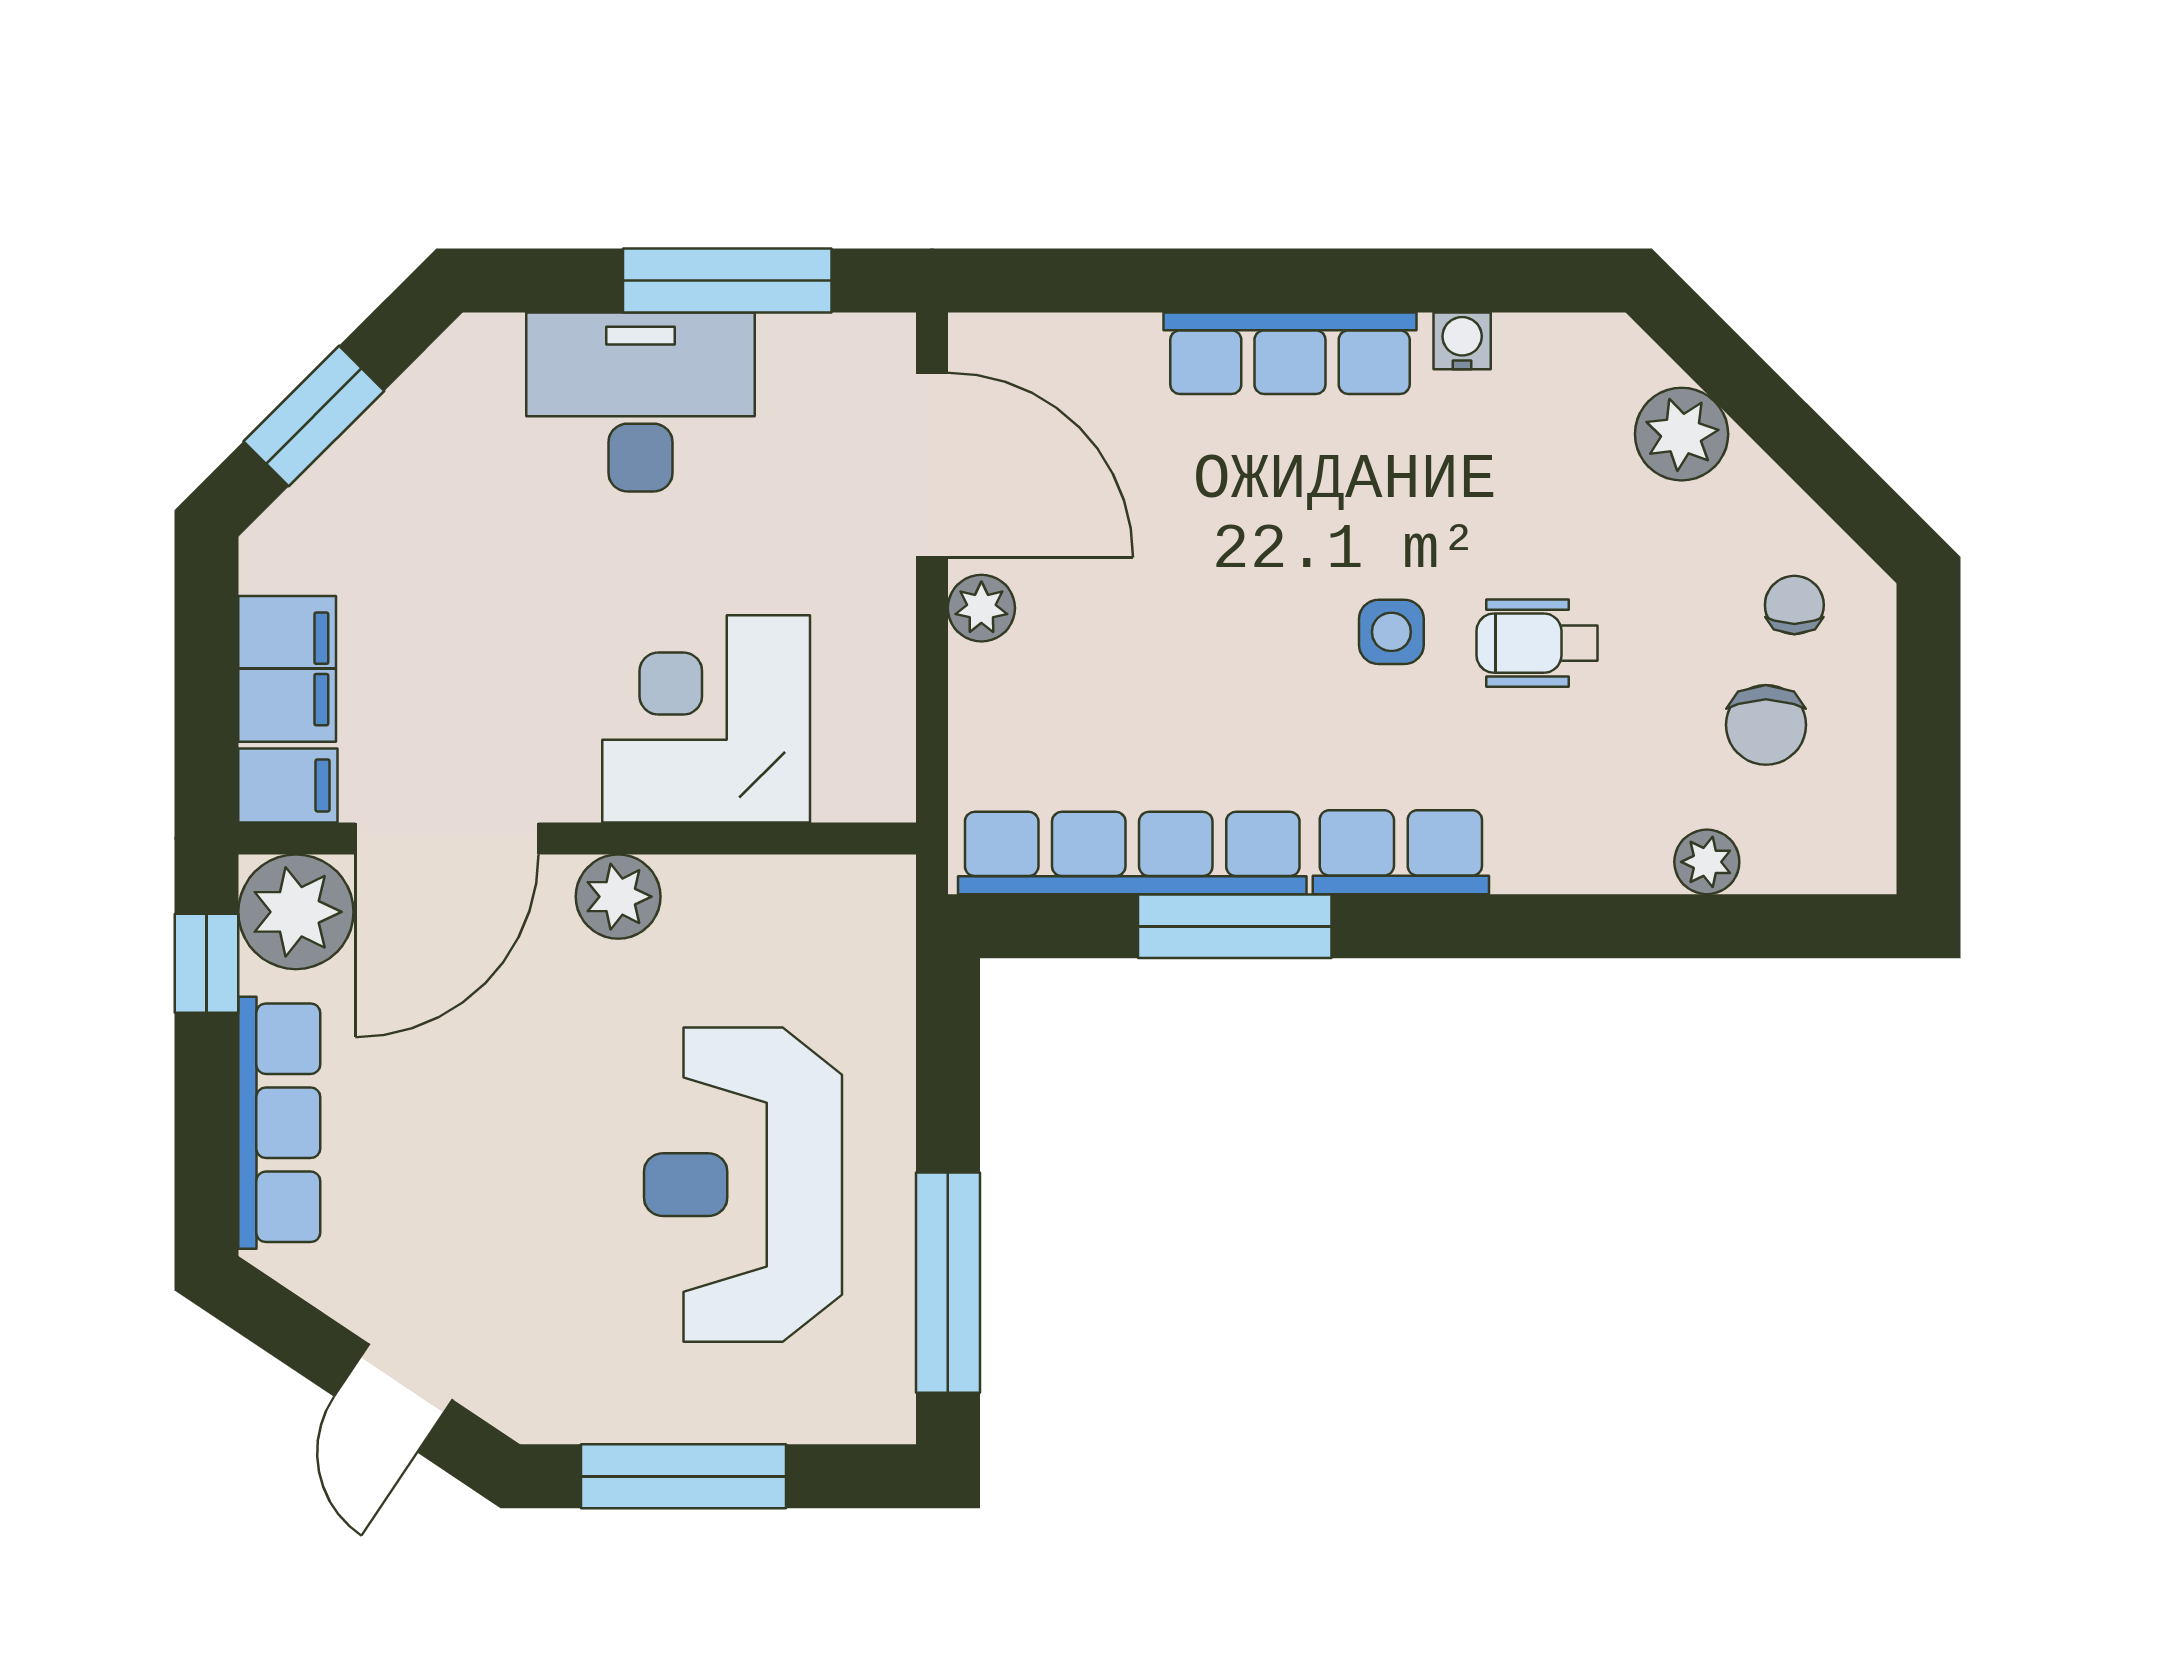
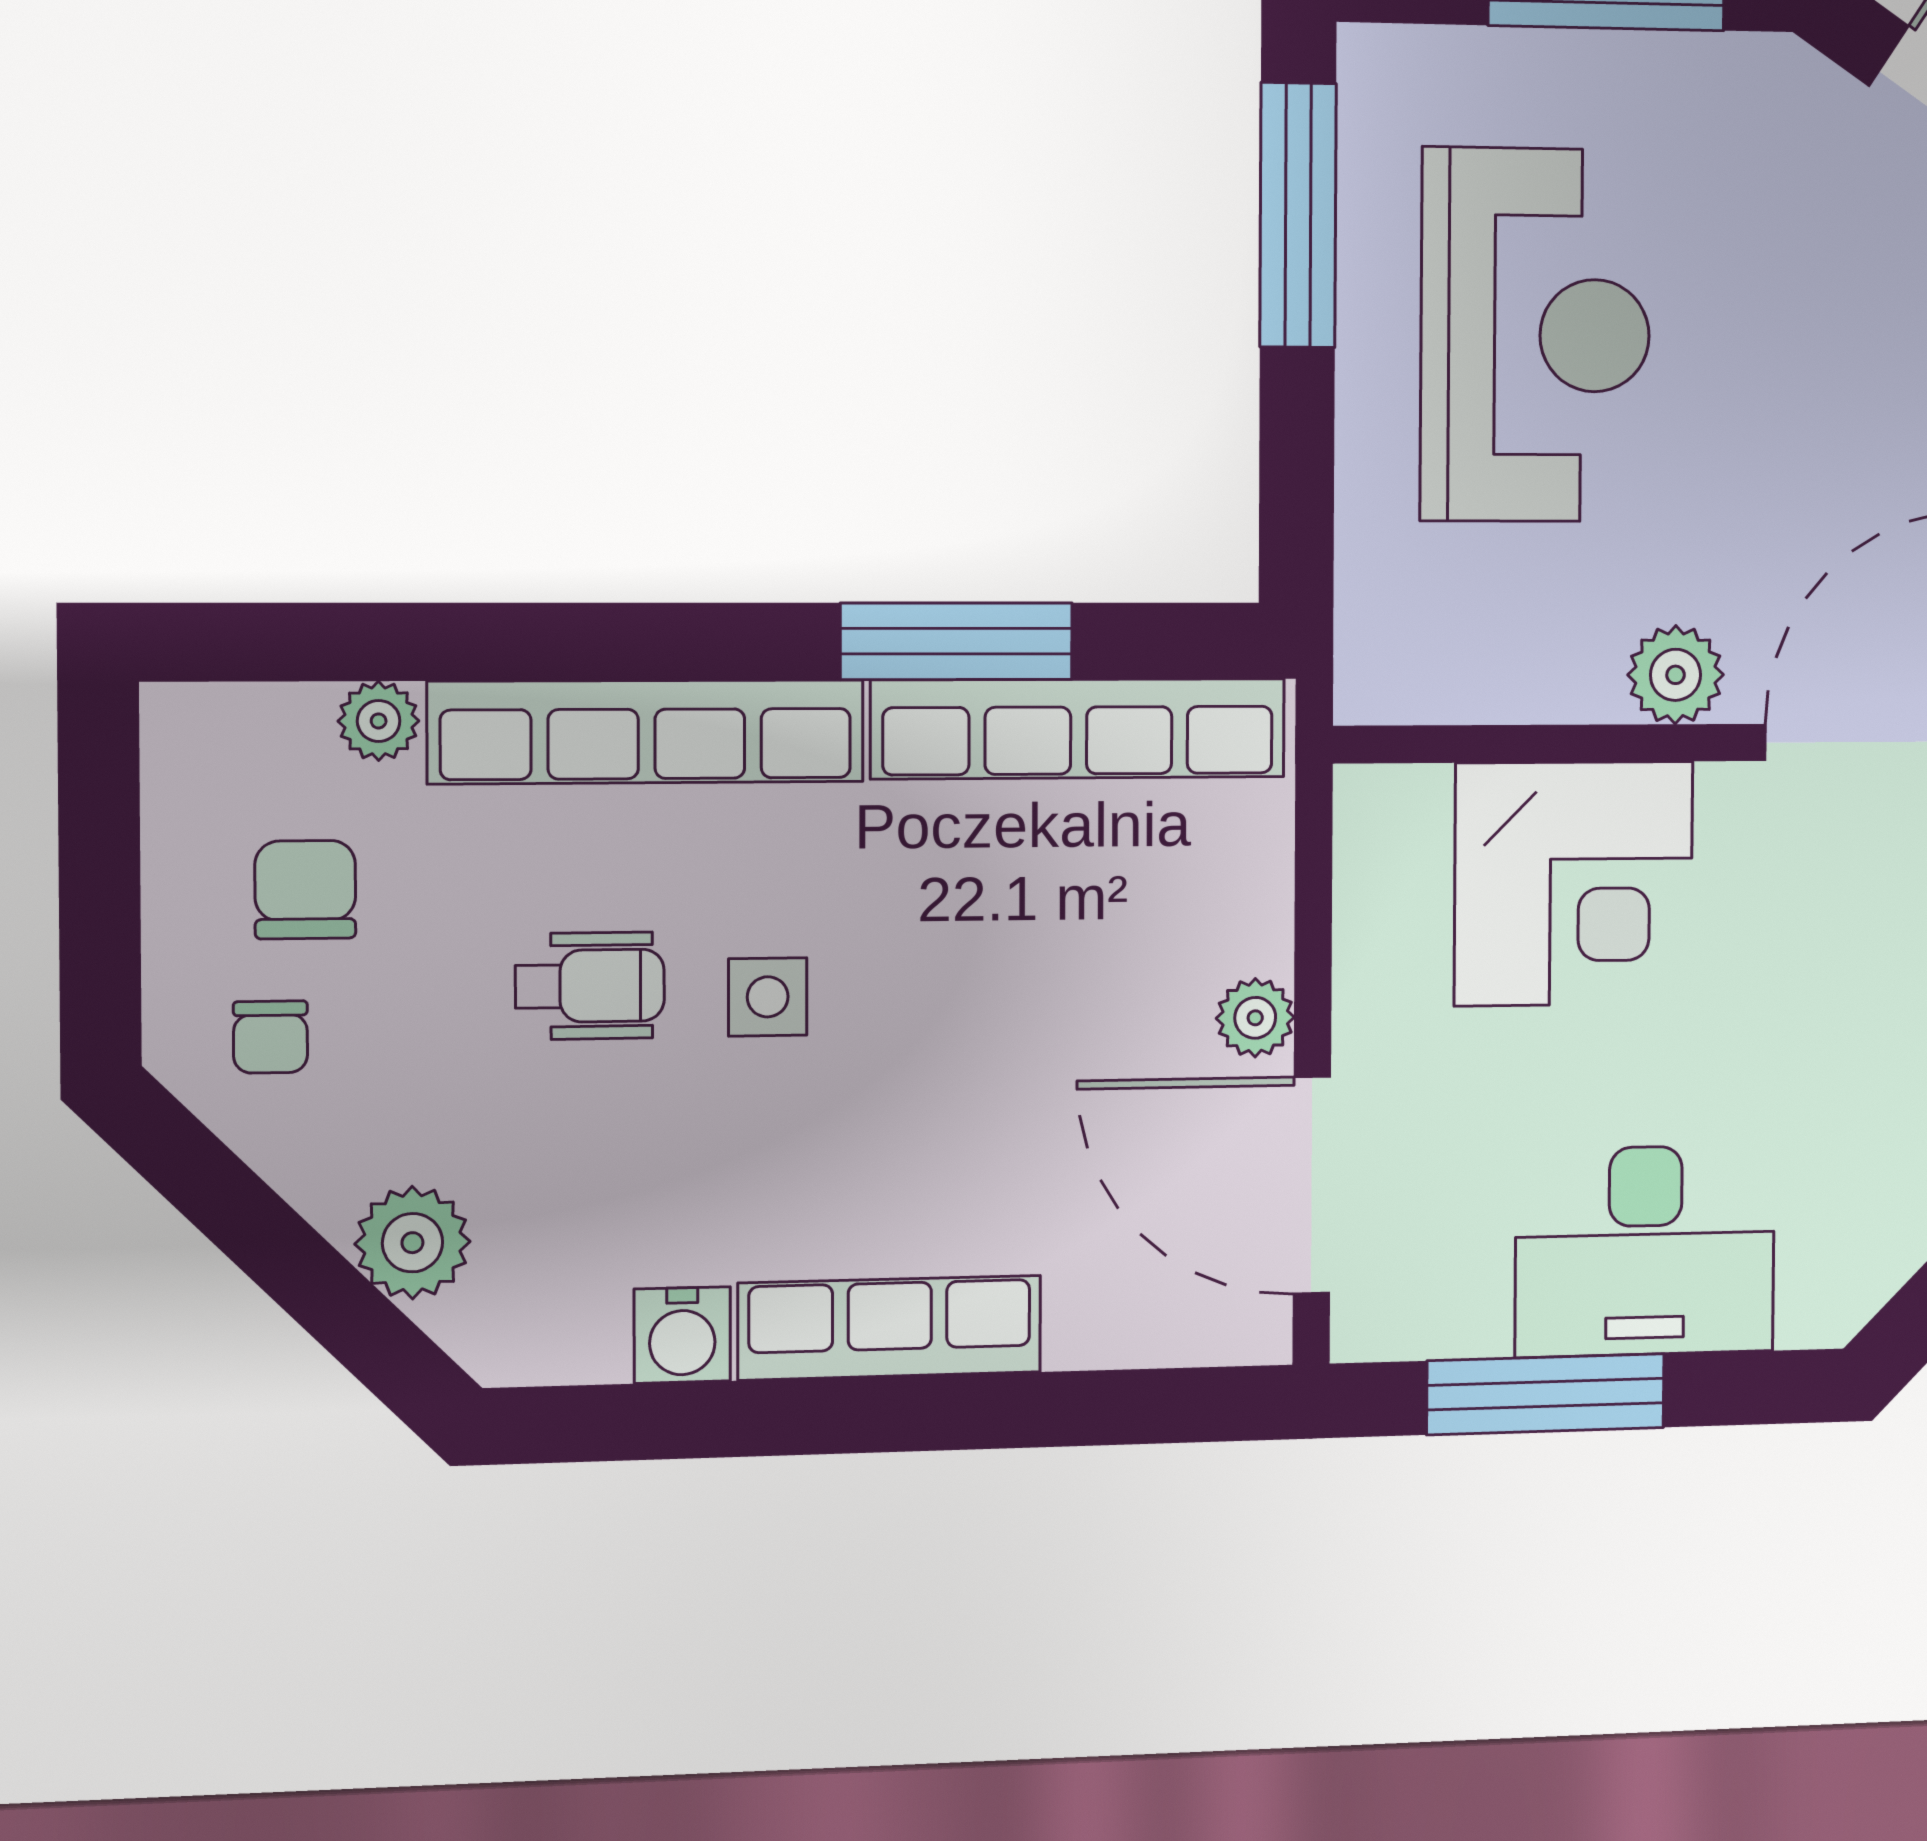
water cooler: (1462, 341) -> (682, 1335), width x1.38, depth x1.38
row of seats: (1401, 852) -> (647, 732), width x2.02

